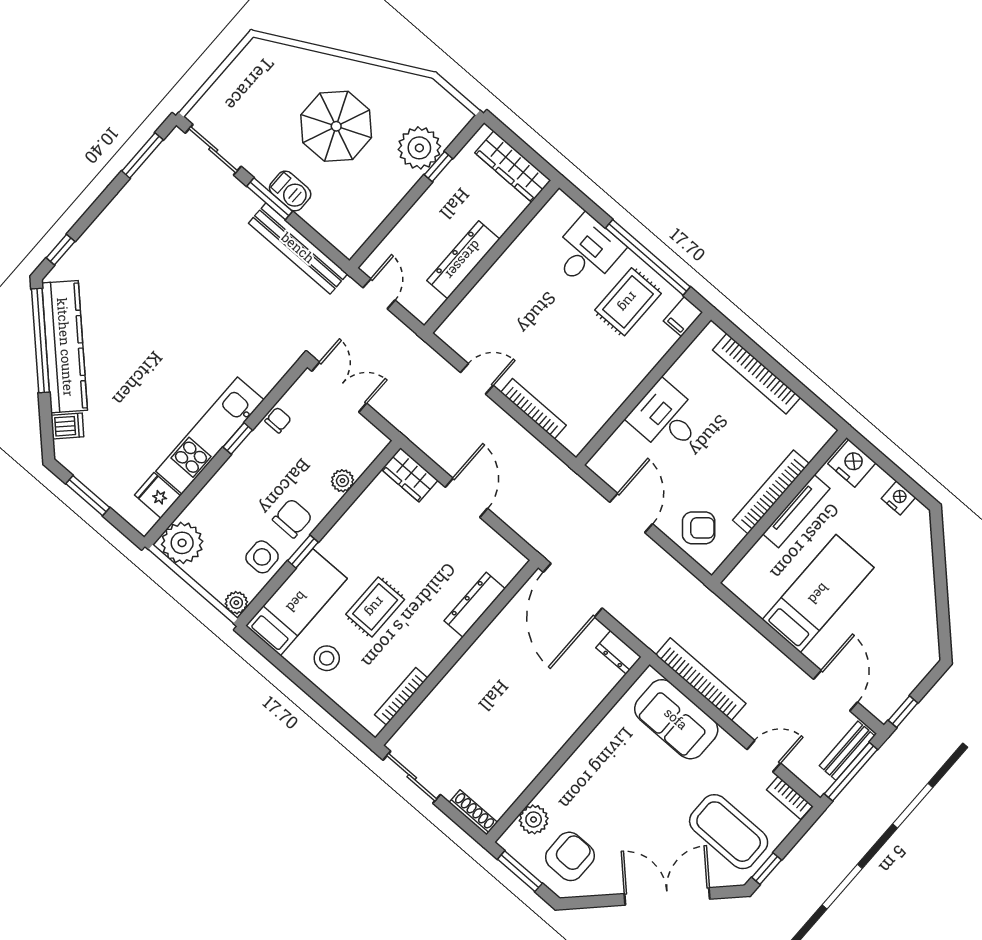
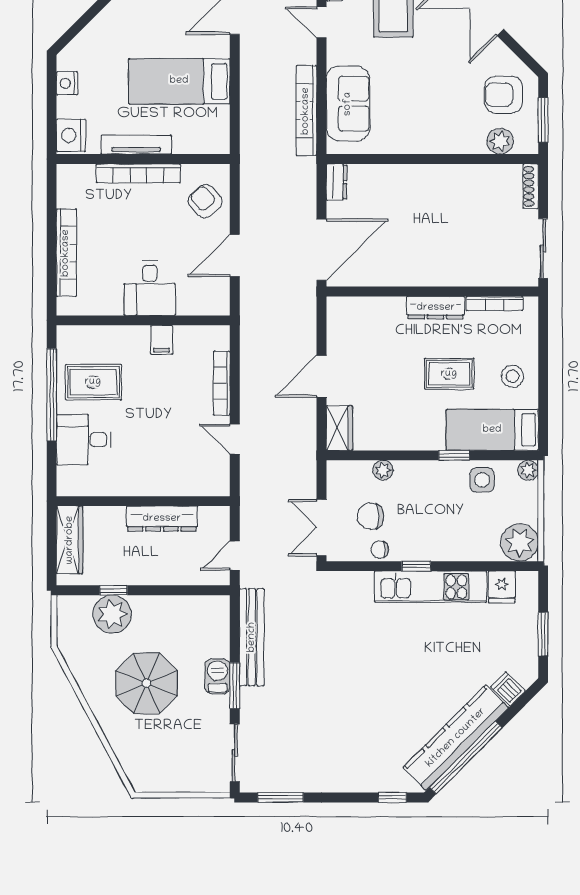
filing cabinet: (683, 317) -> (161, 340), moved, turned 90
chair: (292, 518) -> (371, 516), moved
dresser: (475, 605) -> (436, 308), moved

